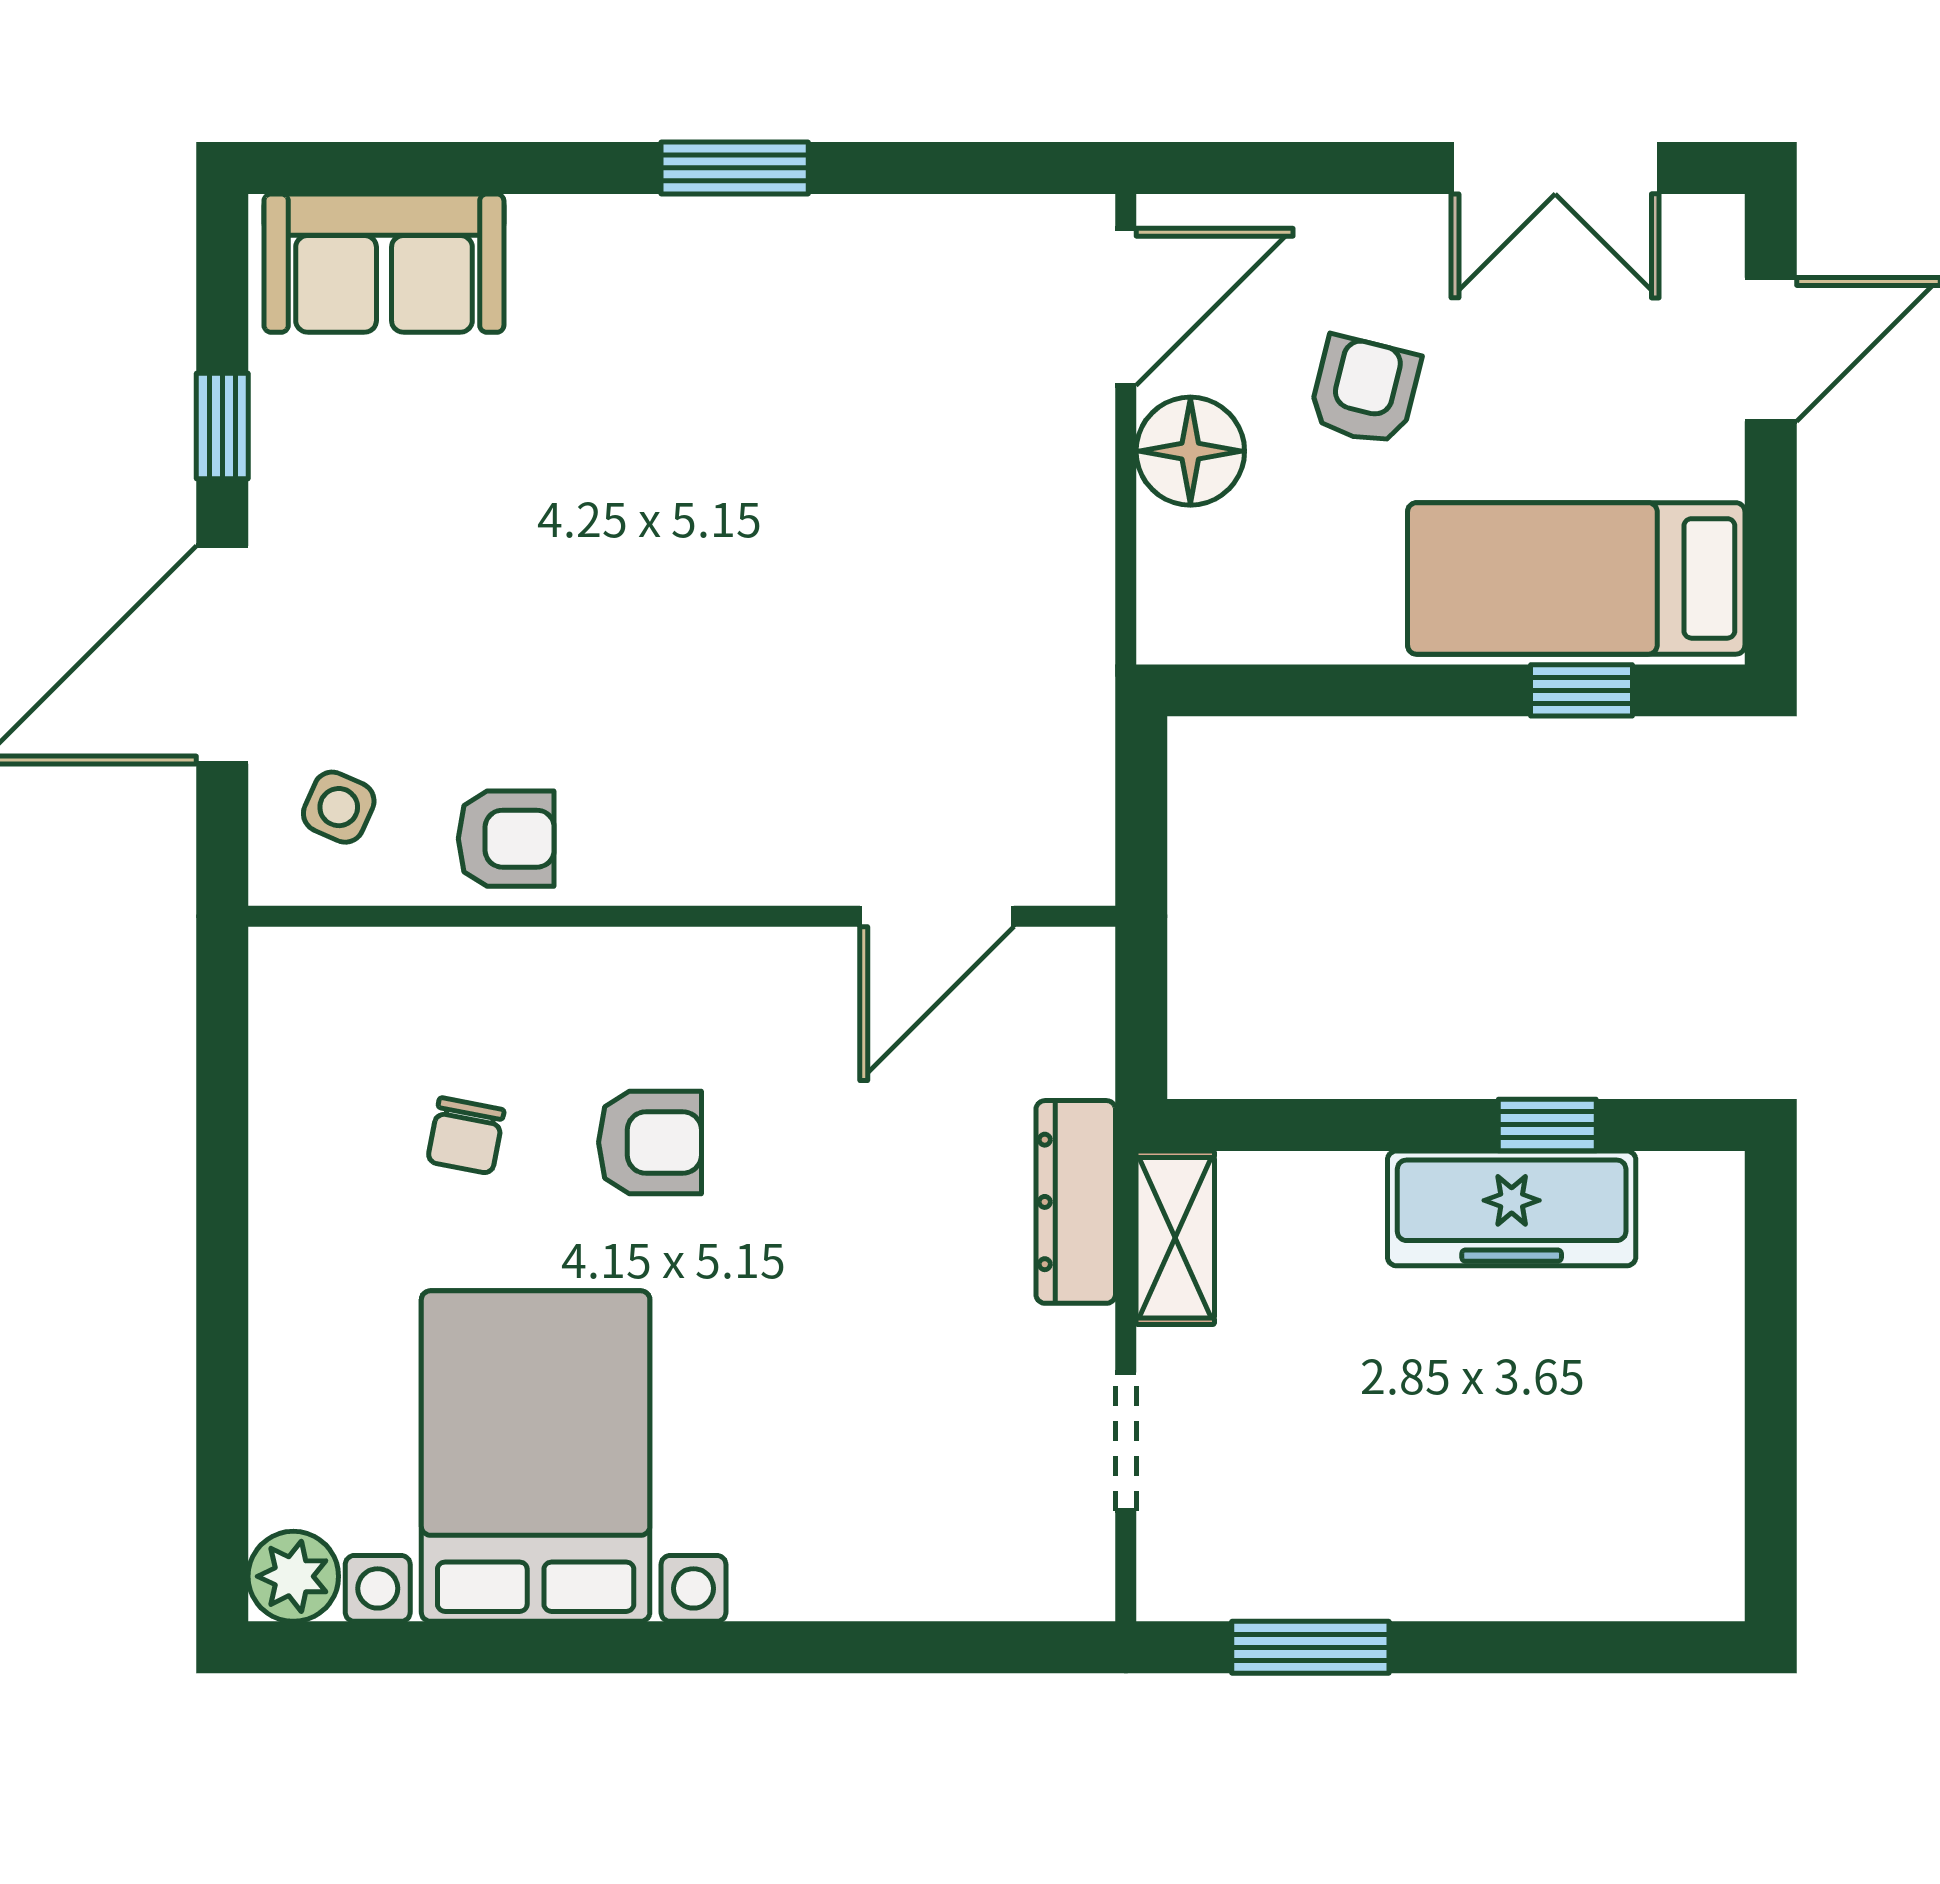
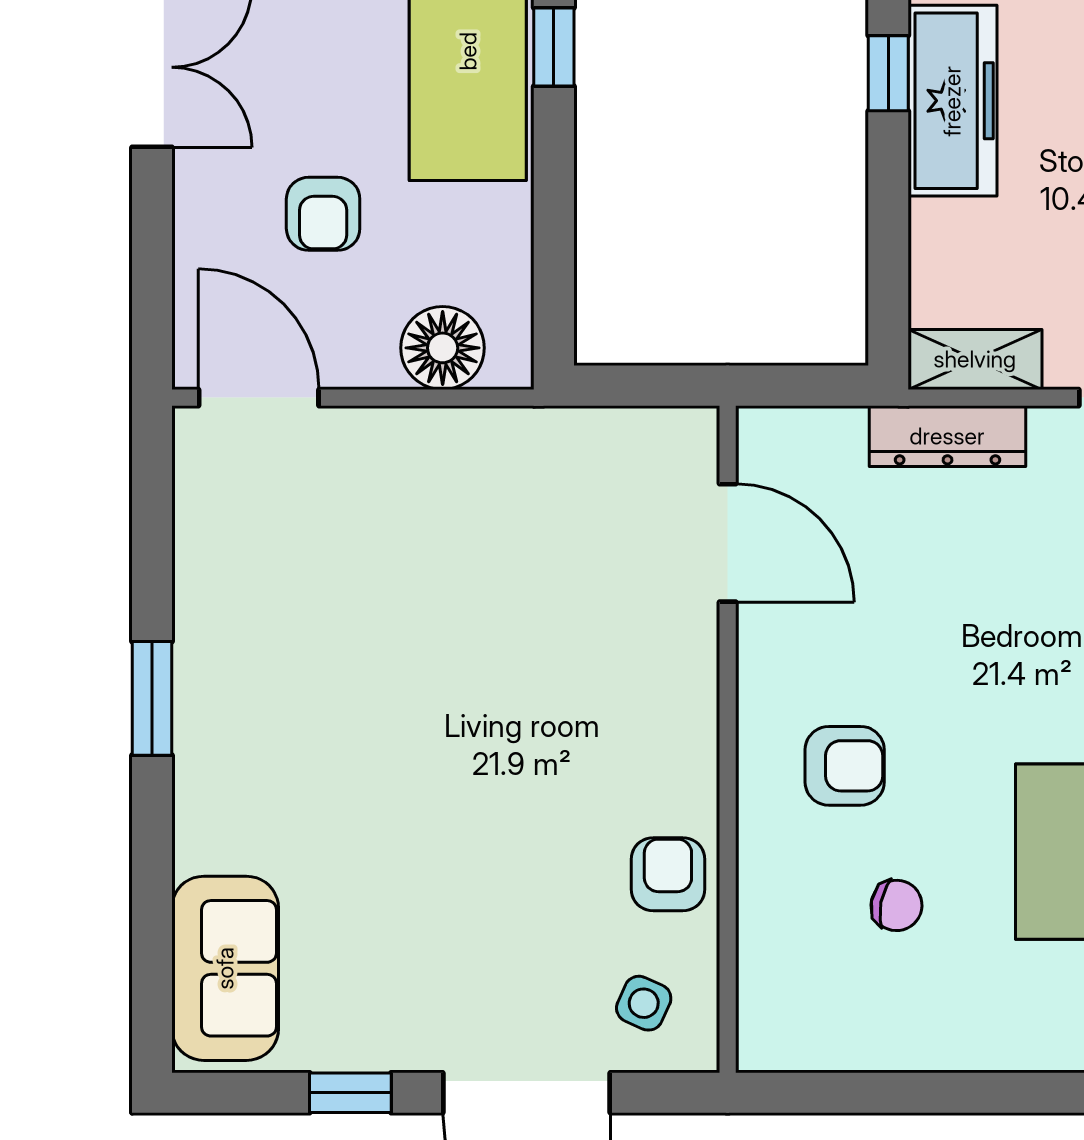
armchair: (1365, 390) -> (323, 214), turned -104
floor lamp: (1190, 451) -> (443, 348), moved
armchair: (650, 1142) -> (845, 766), moved, turned 90

